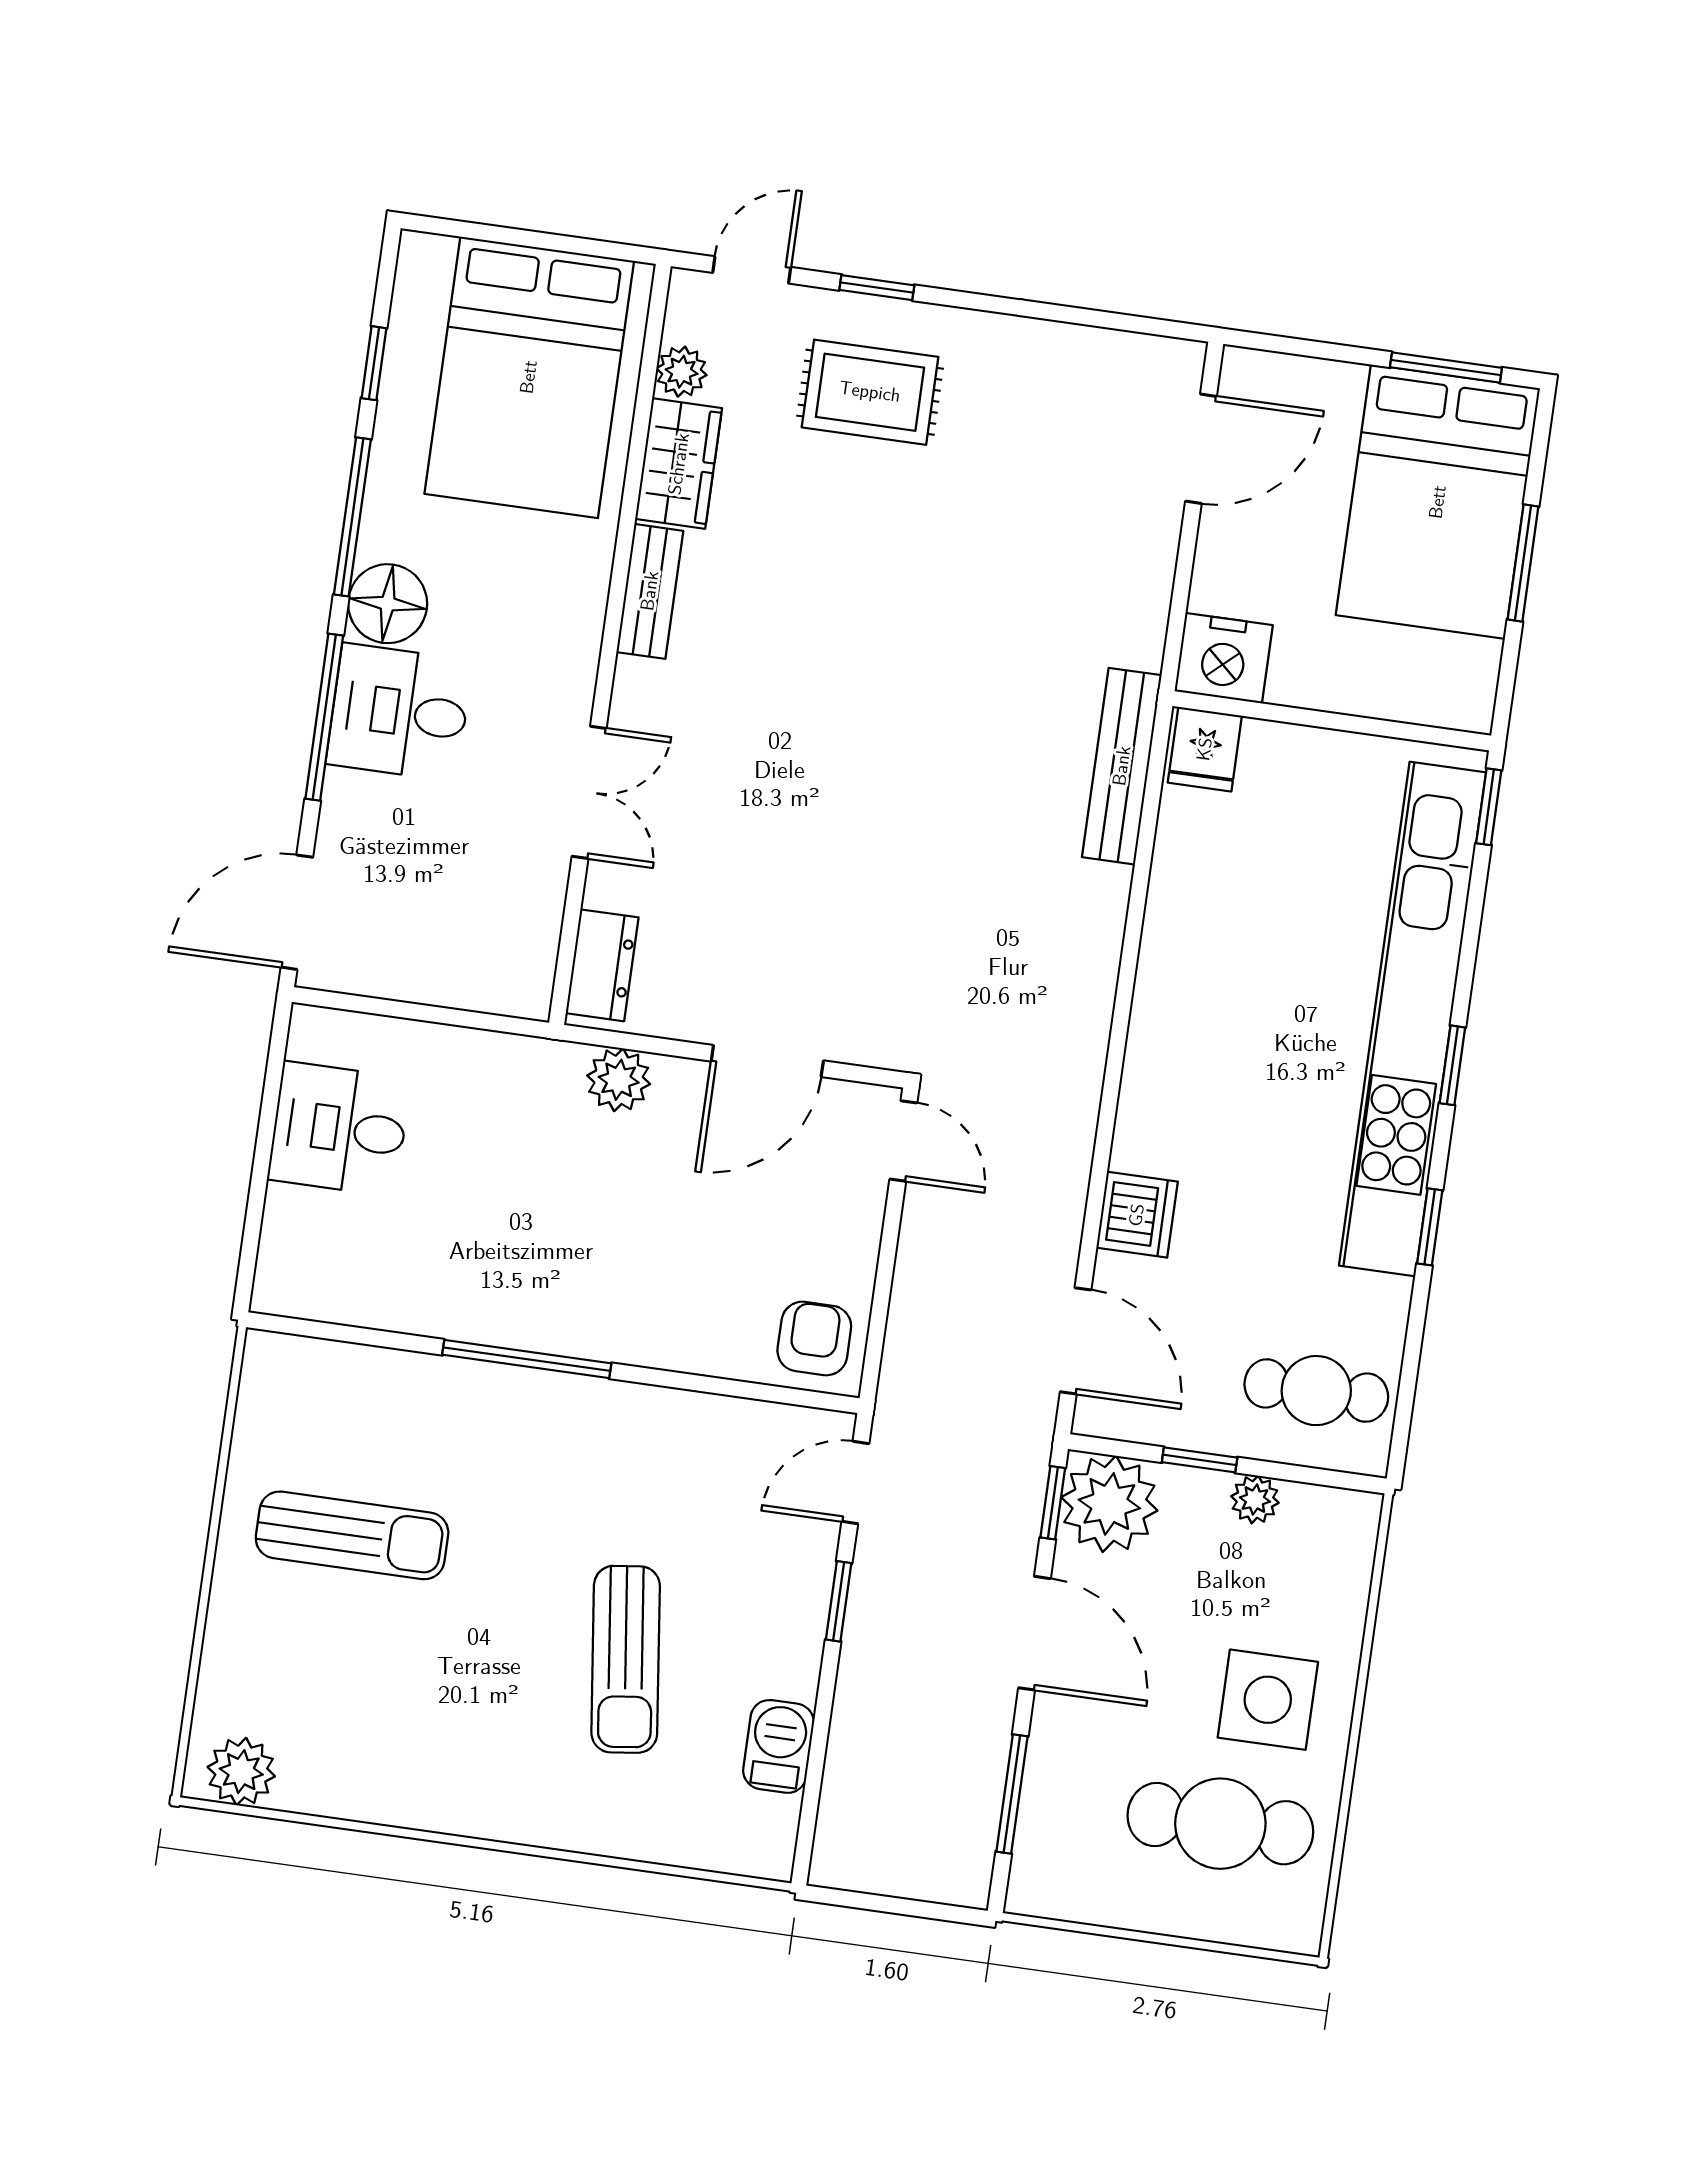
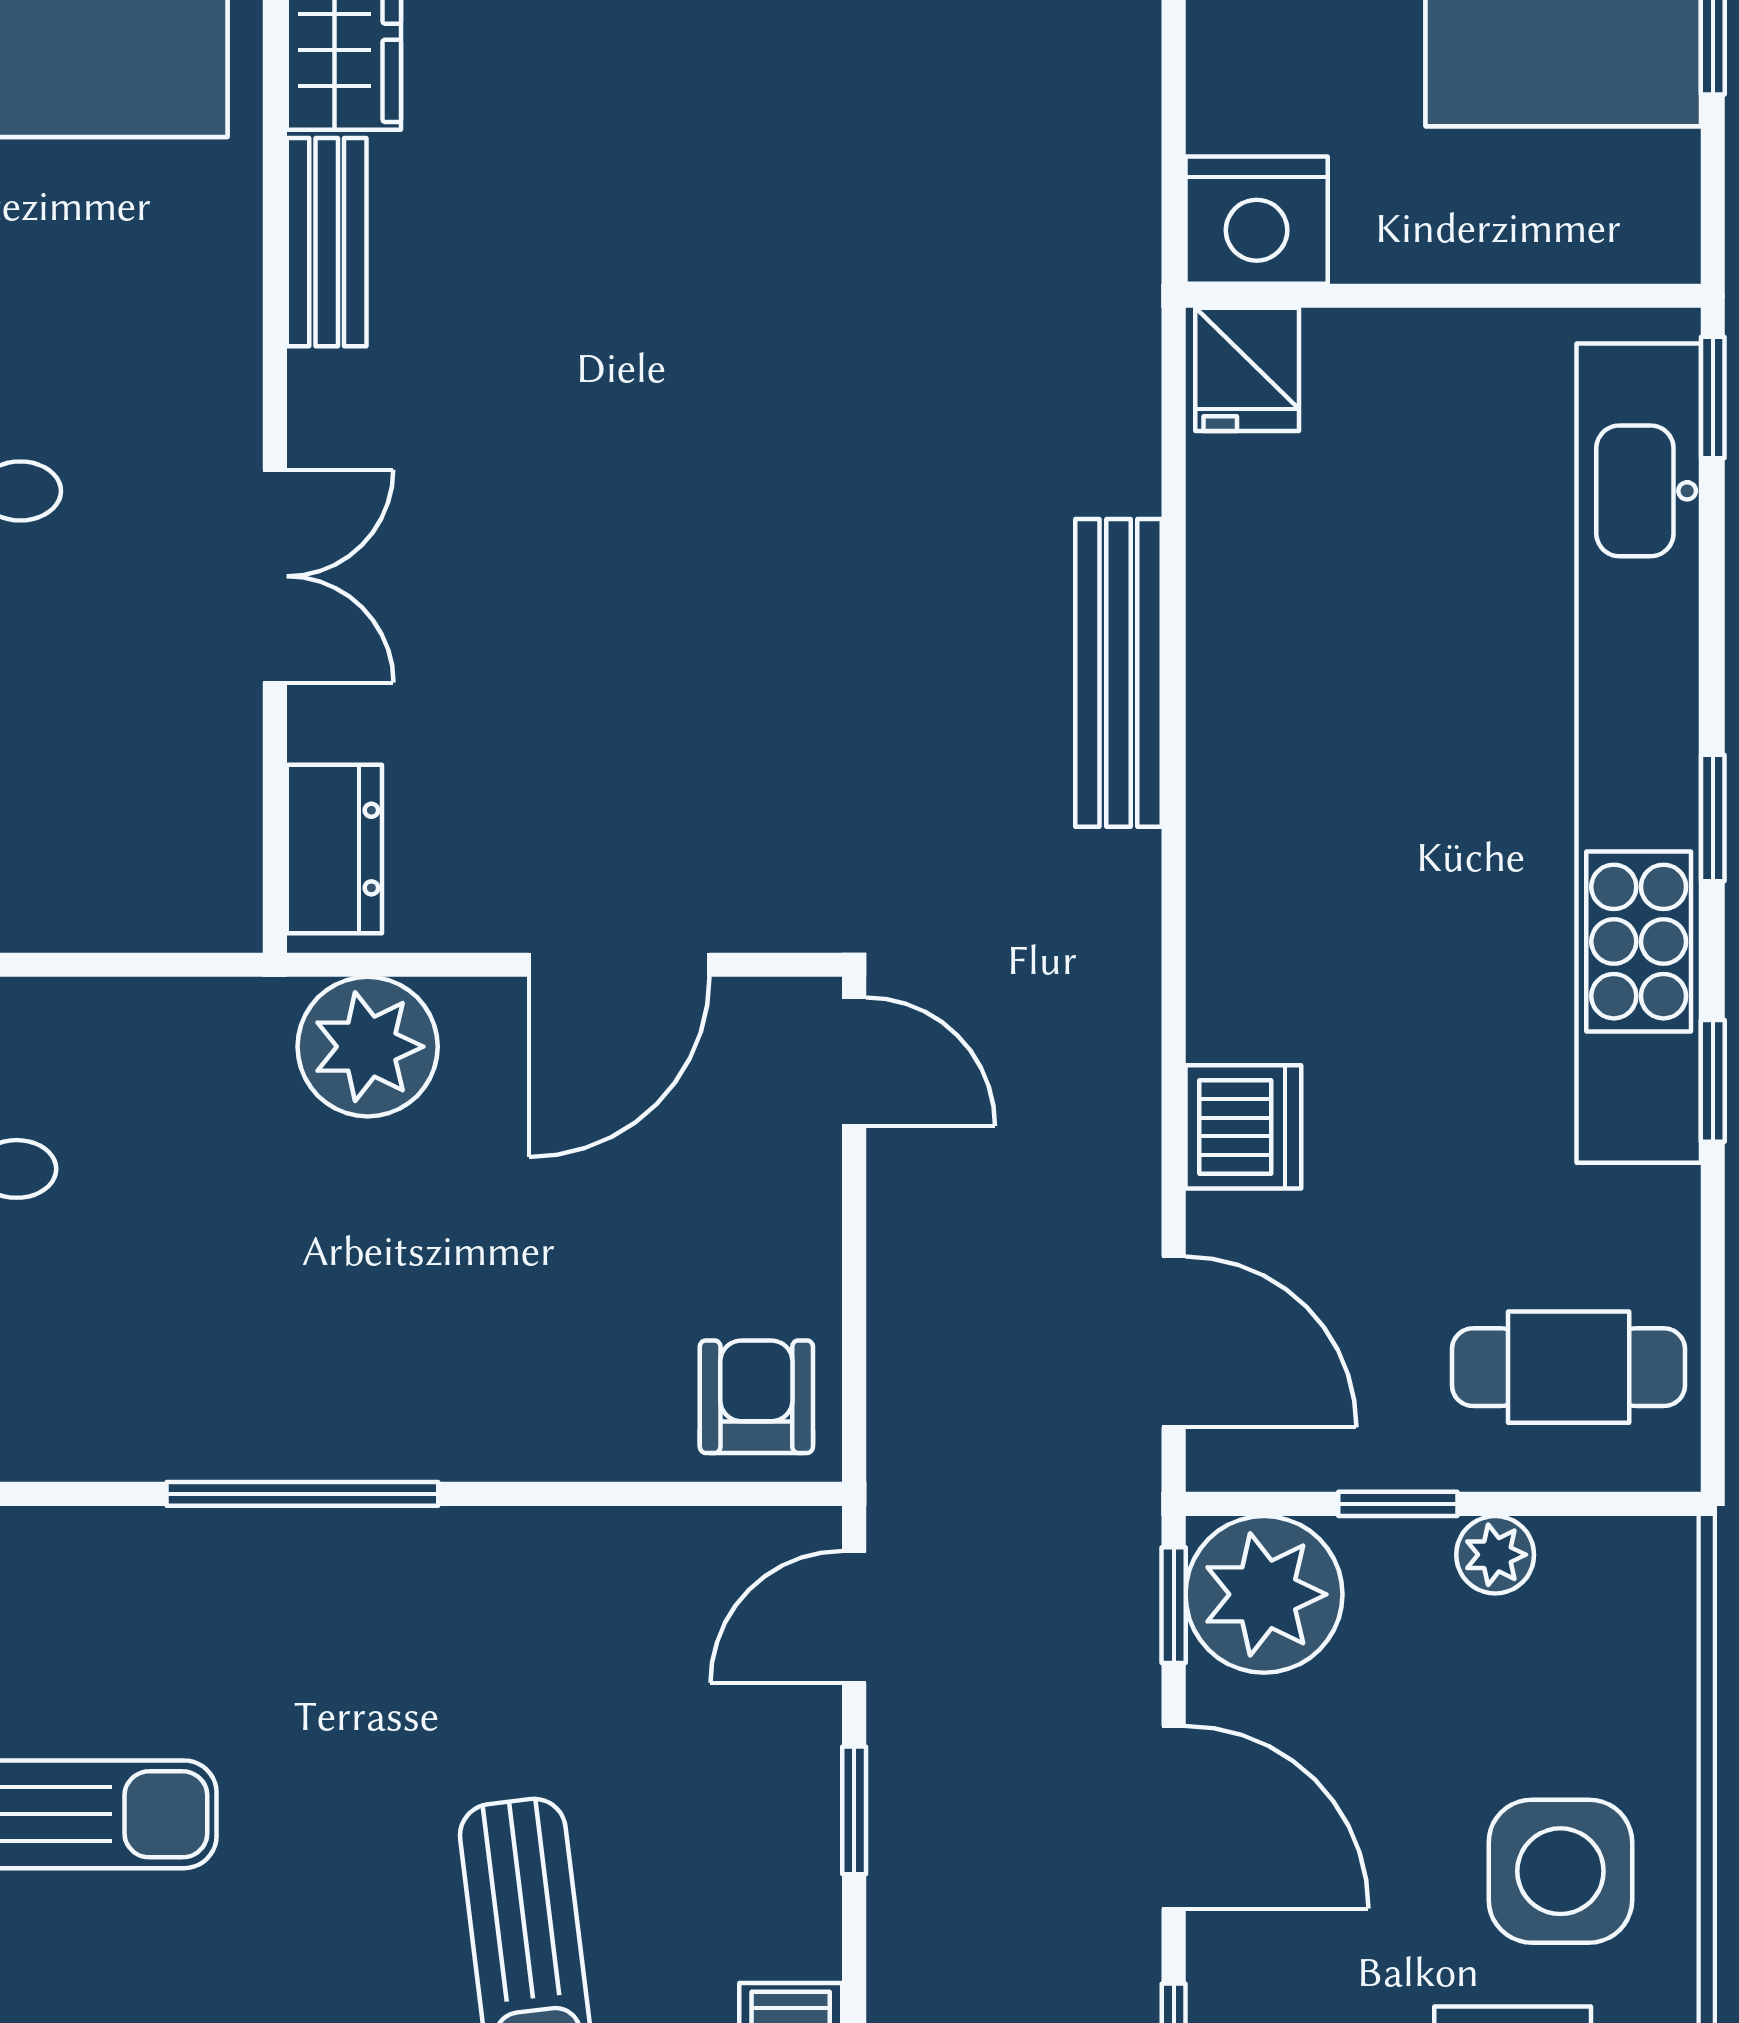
bench: (1122, 766) -> (1118, 673), moved
plant: (619, 1080) -> (368, 1047), width x1.36, depth x1.36

